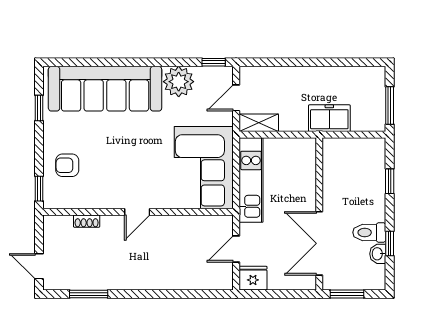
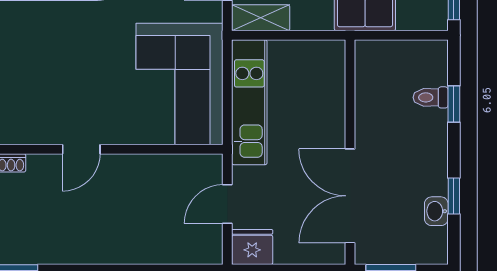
toilet: (369, 232) -> (431, 97), moved, width x0.73, depth x0.72

